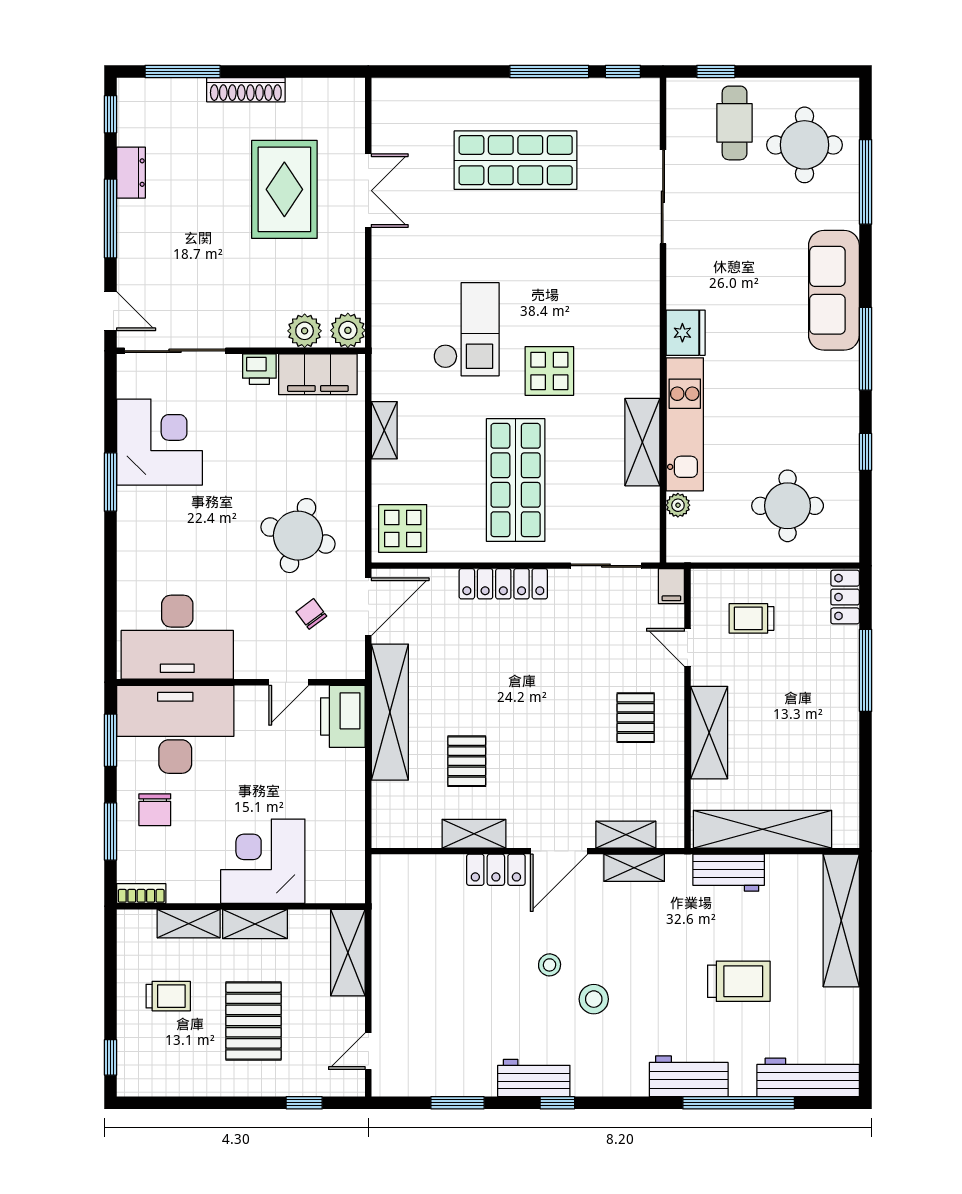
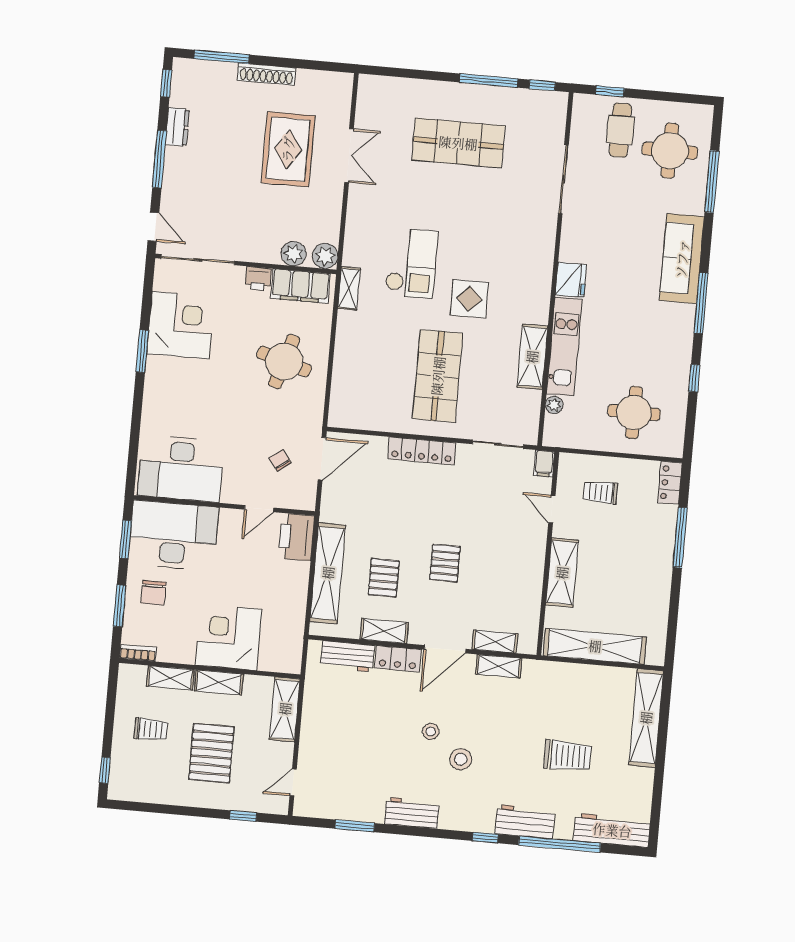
shelving: (384, 430) -> (349, 288), moved
display table: (403, 529) -> (352, 404), removed
round table: (298, 536) -> (284, 362), moved
shelving: (390, 712) -> (328, 573), moved
pallet: (636, 718) -> (445, 563), moved
workbench: (729, 873) -> (347, 656), moved
window: (557, 1103) -> (485, 838), moved

